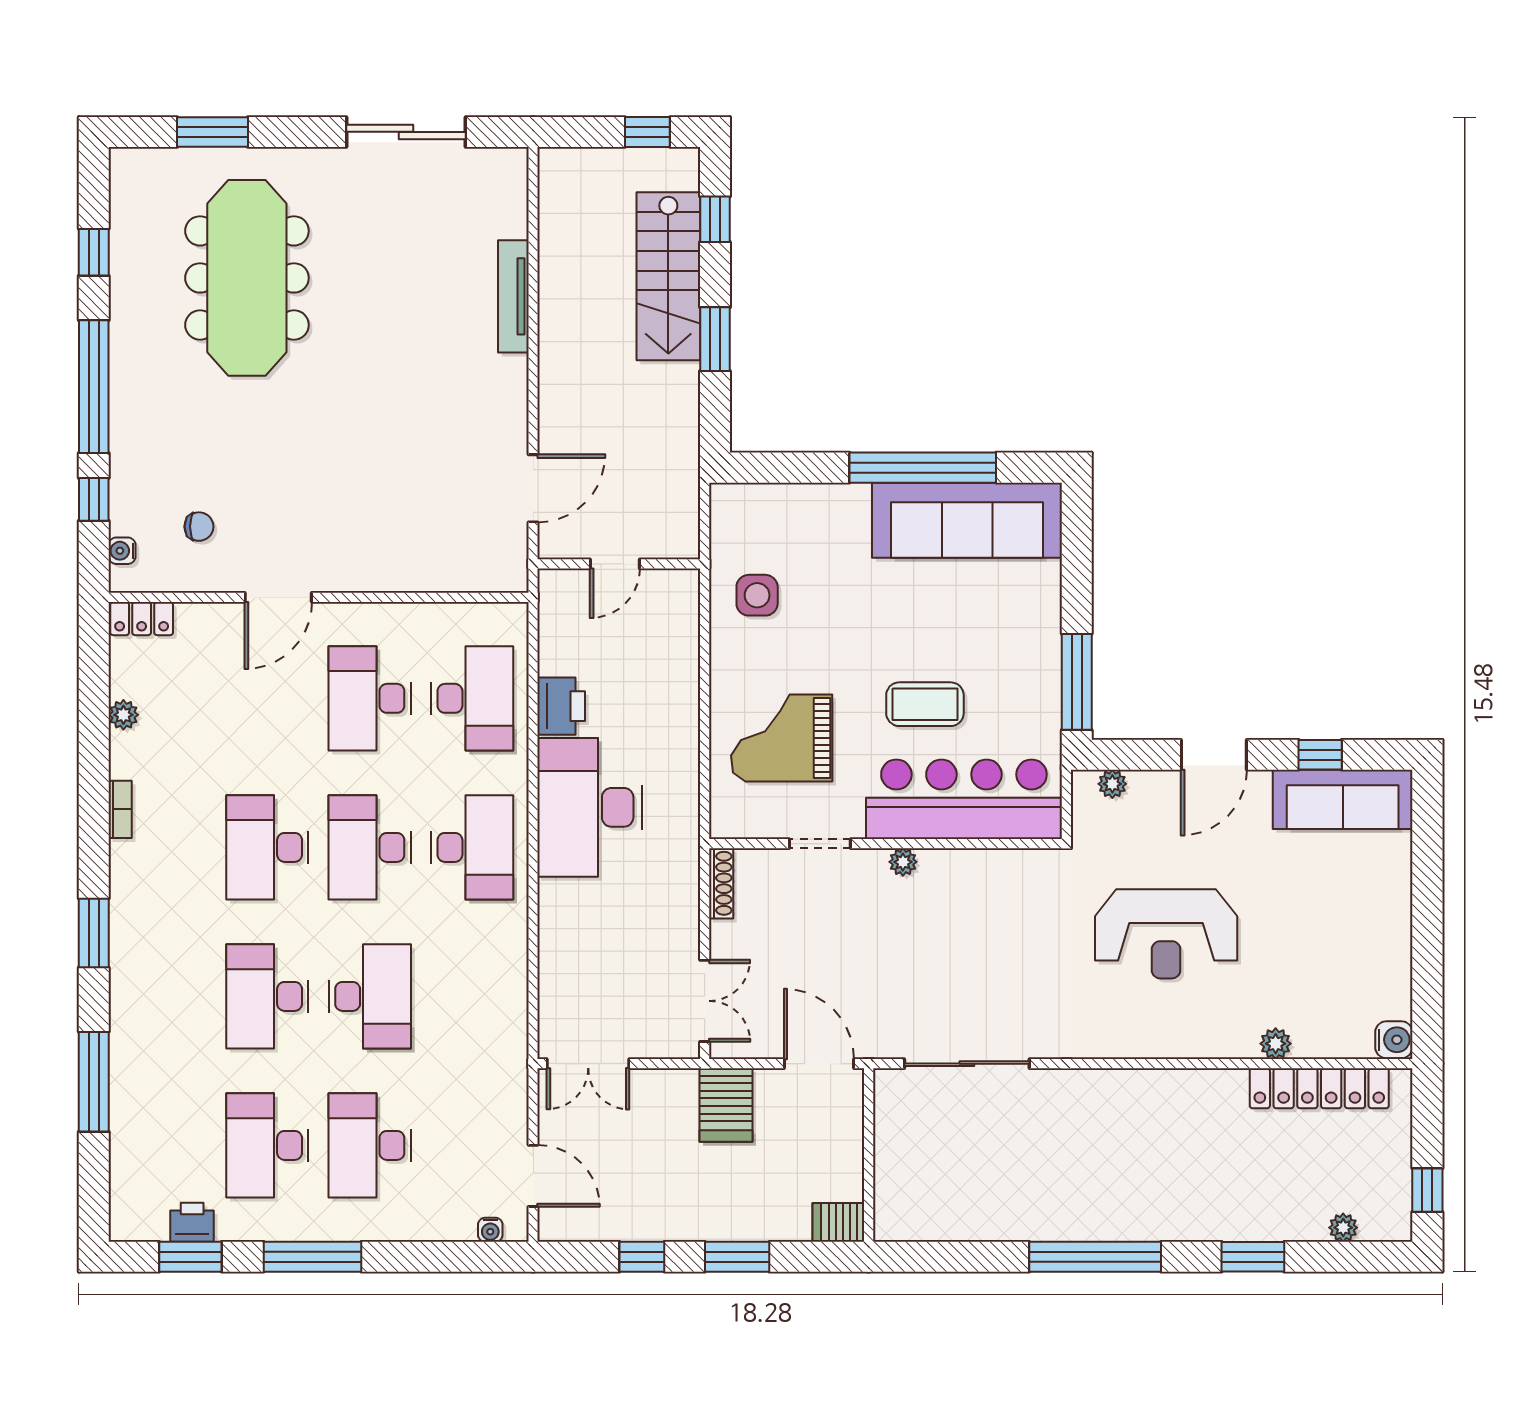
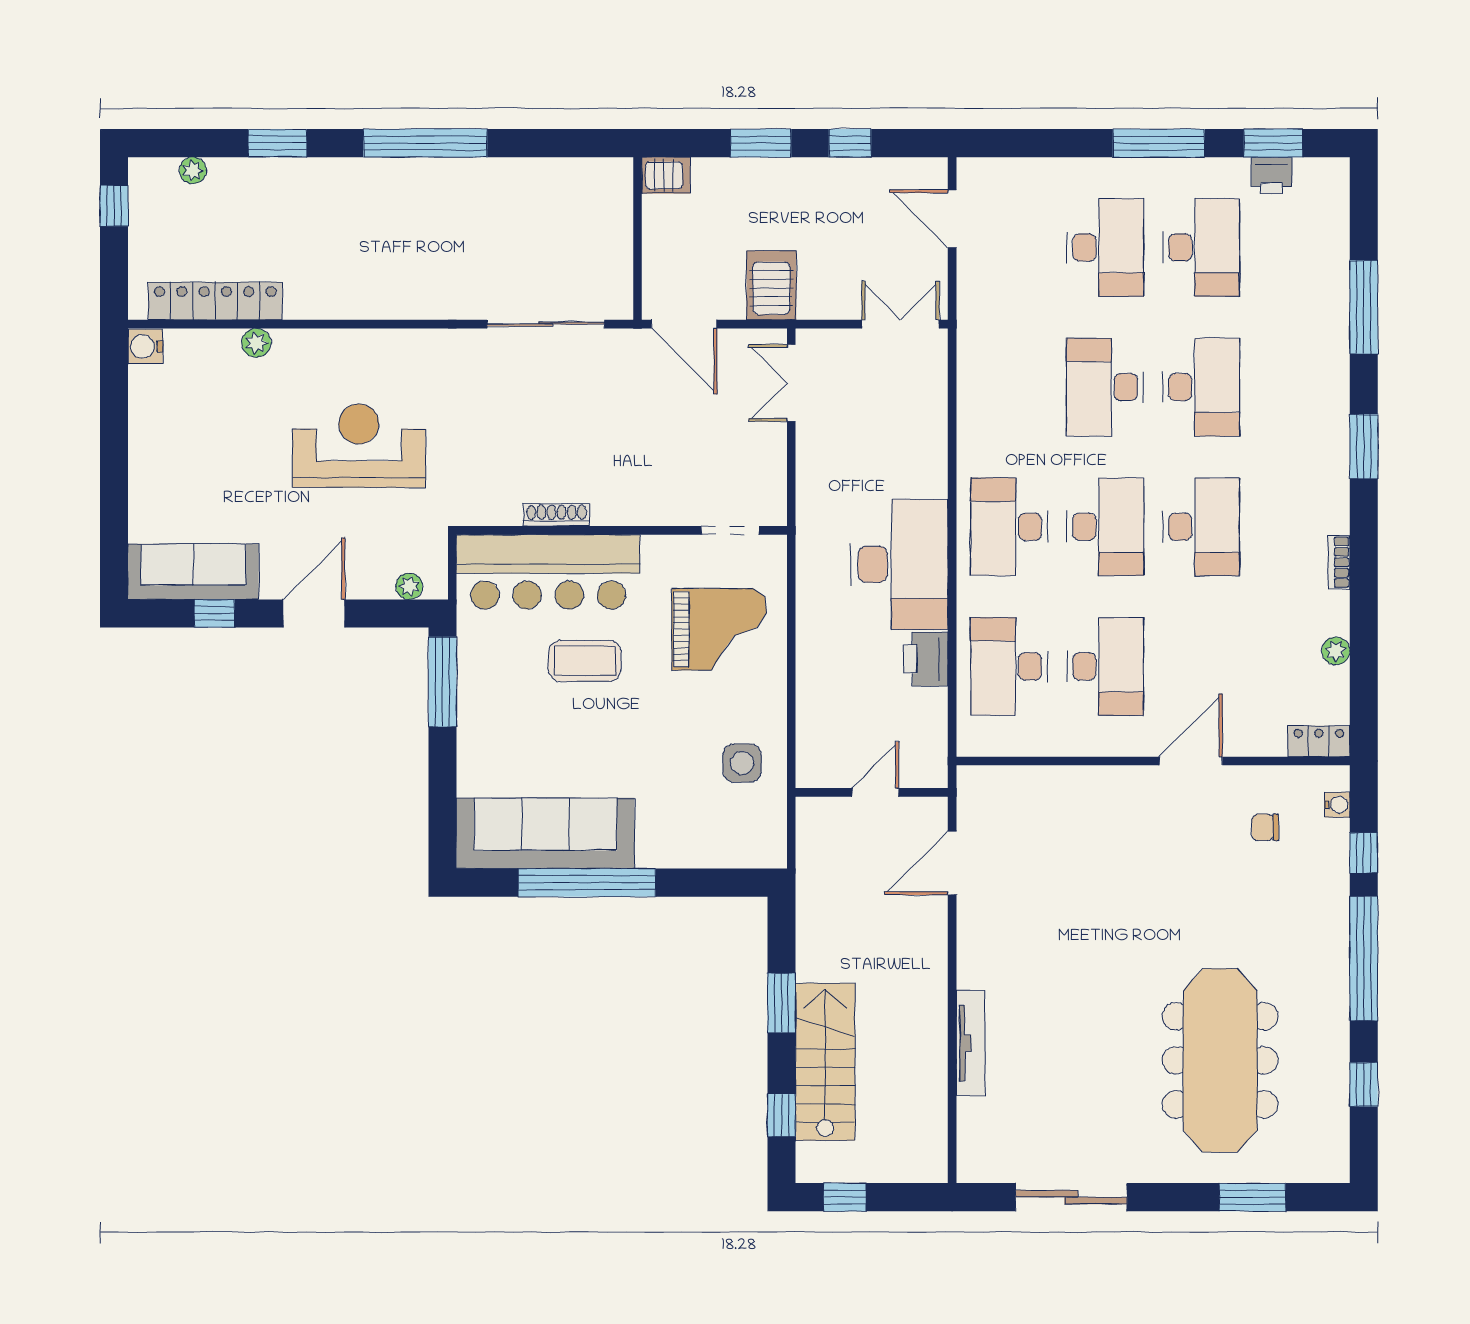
doorway: (820, 844) -> (730, 530), moved
plant: (903, 862) -> (605, 513), removed
shoe rack: (721, 883) -> (557, 515), moved, turned 90
water cooler: (490, 1230) -> (992, 168), removed

